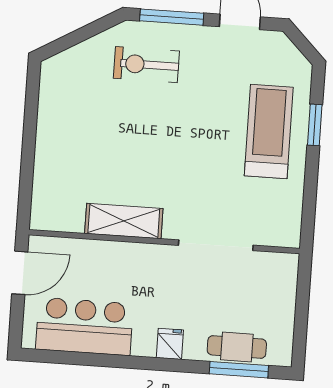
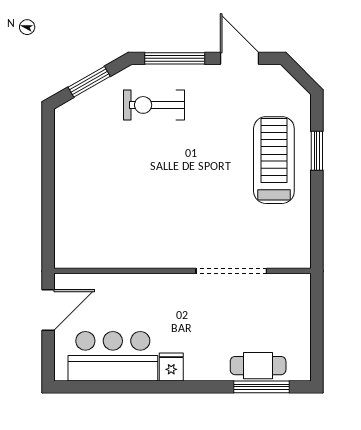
window: (80, 35) -> (89, 82), added
shelving: (124, 221) -> (143, 254), removed
fridge: (170, 344) -> (171, 367), moved

